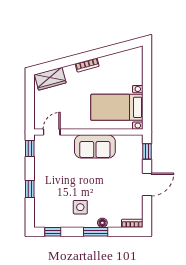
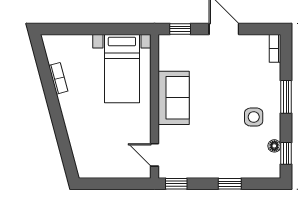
bookcase: (87, 65) -> (58, 78), moved
wardrobe: (50, 79) -> (84, 157), removed
floor lamp: (102, 223) -> (274, 146), moved

